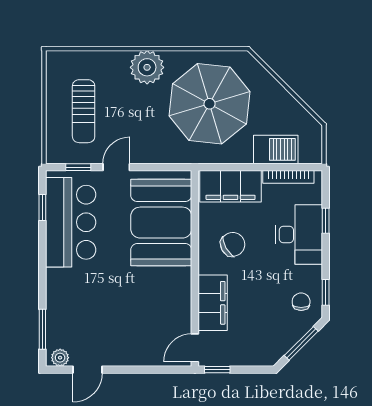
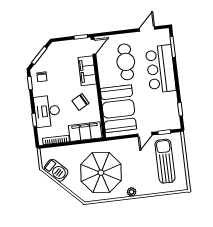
plant: (147, 67) -> (132, 192), width x0.53, depth x0.53
sun lounger: (84, 111) -> (165, 161), width x1.36, depth x1.34
barbecue: (276, 149) -> (56, 170), moved, turned -135
bar counter: (71, 222) -> (161, 69), moved
cafe table: (136, 311) -> (126, 62), added
plant: (60, 358) -> (162, 33), removed

